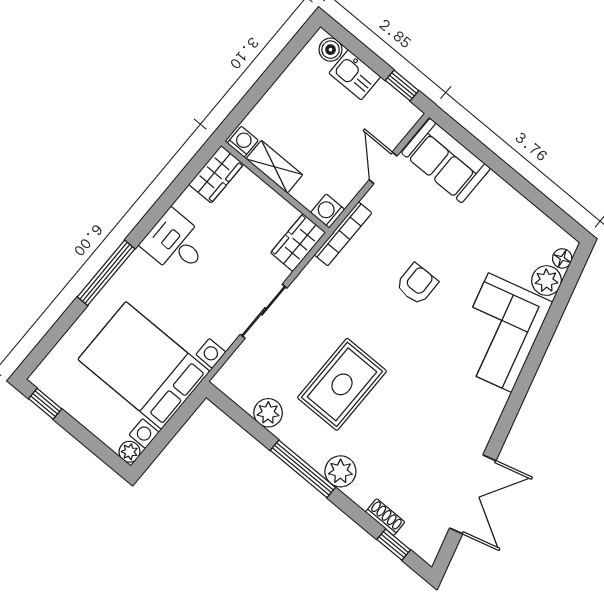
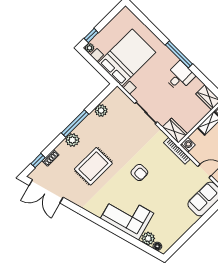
window: (106, 273) -> (179, 54), moved
armchair: (417, 284) -> (139, 173), moved
rug: (342, 384) -> (93, 166), moved, turned 90
window: (45, 404) -> (91, 36), moved
double door: (473, 494) -> (46, 191), moved

